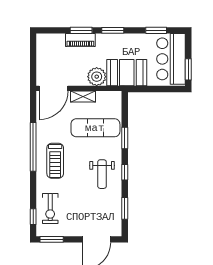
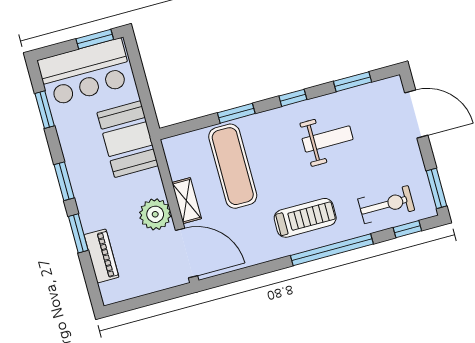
piano: (80, 40) -> (102, 256), moved
plant: (97, 77) -> (155, 214), moved
window: (33, 147) -> (332, 250), moved
weight bench: (102, 174) -> (328, 139), moved

